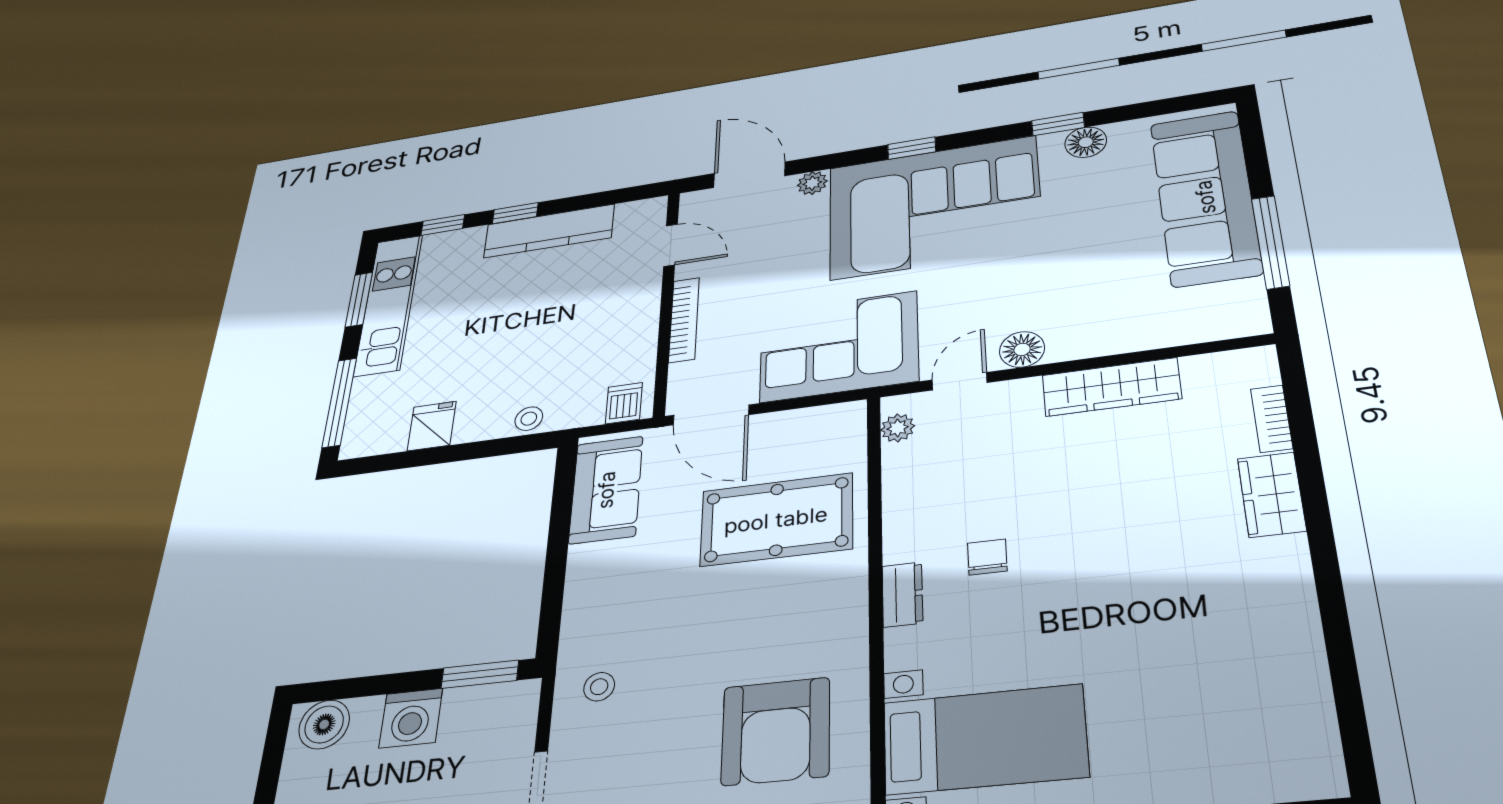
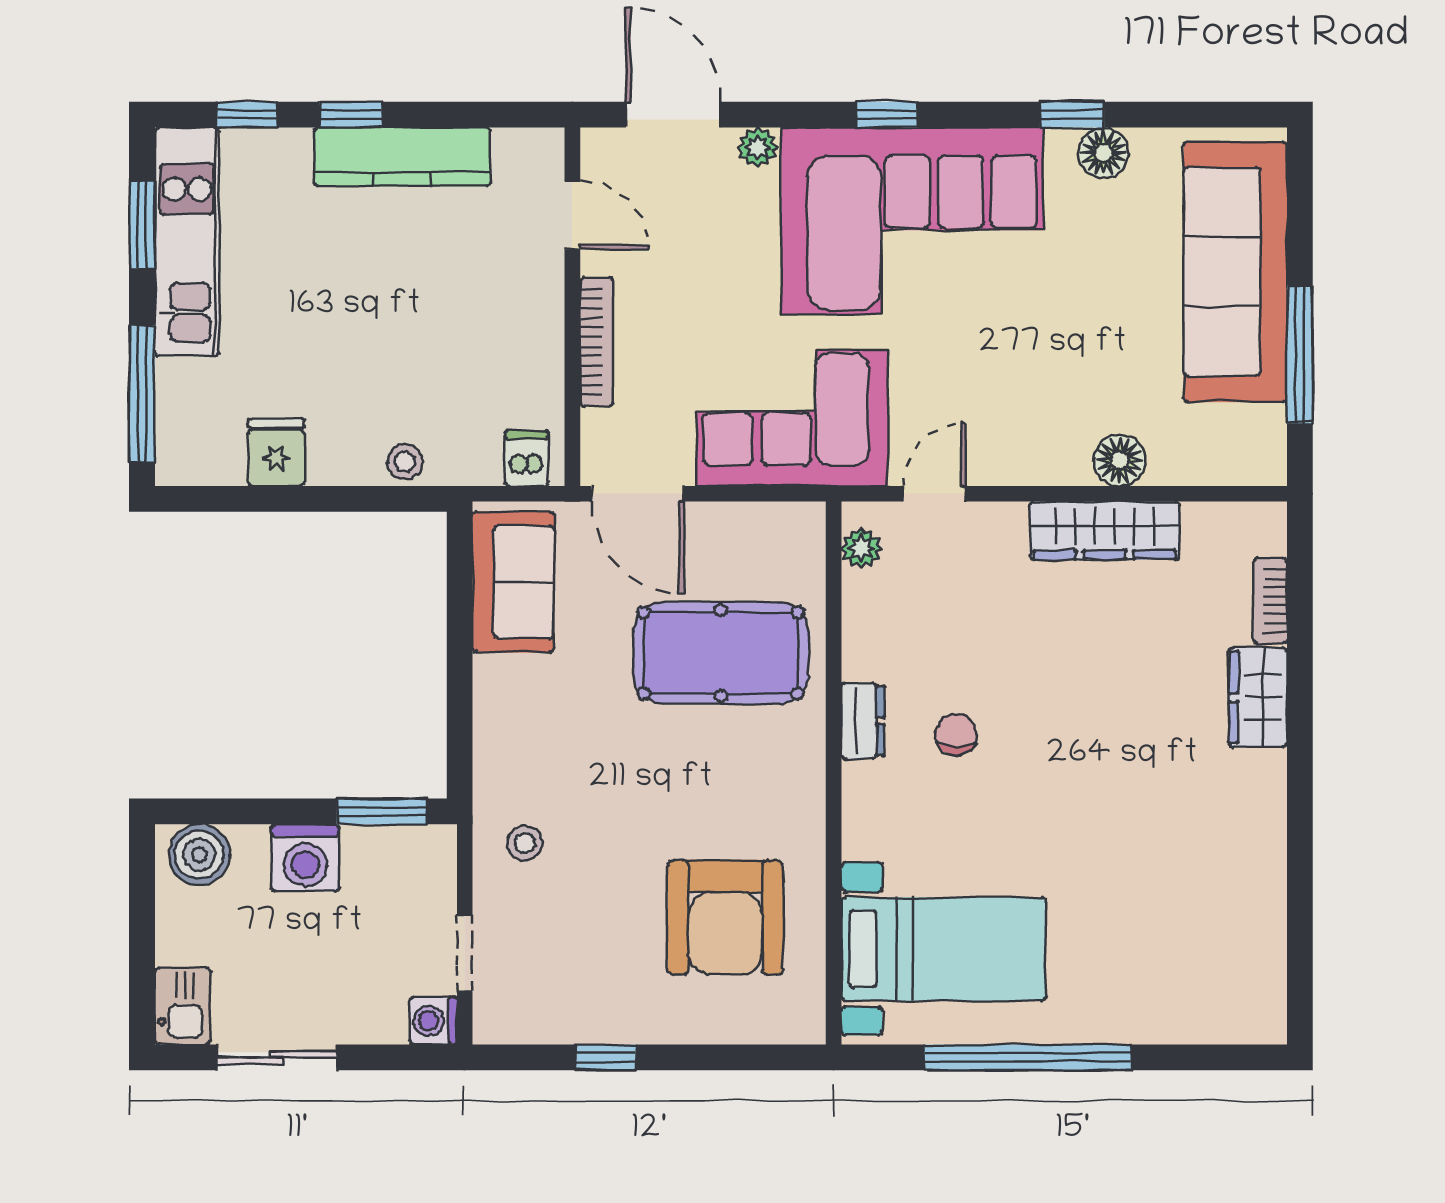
floor lamp: (1022, 349) -> (1120, 460), moved
dresser: (902, 594) -> (863, 721), moved

